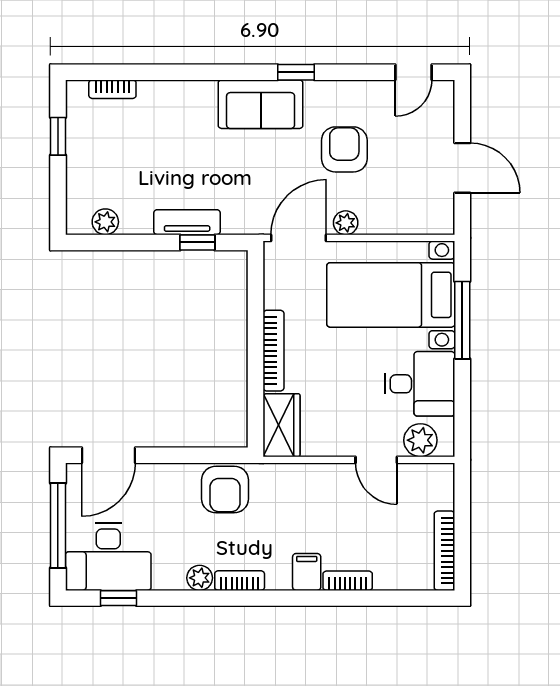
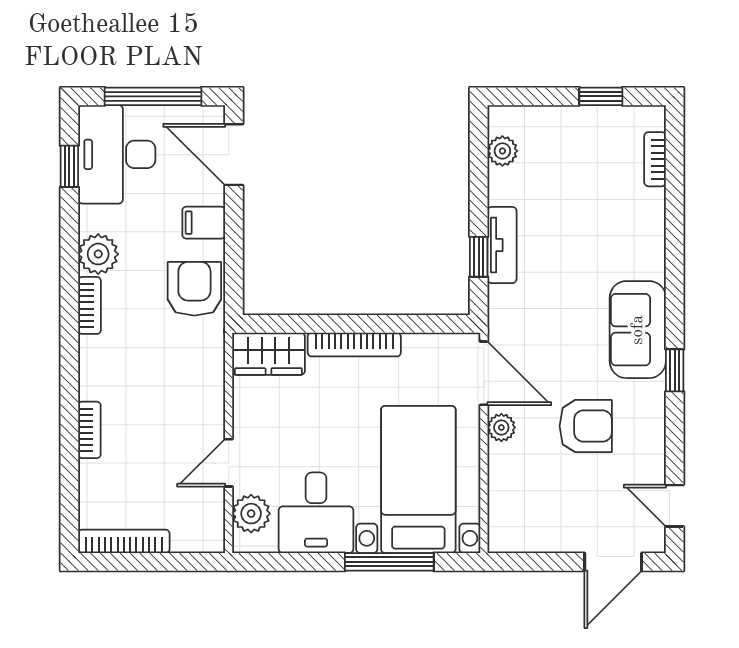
door: (462, 168) -> (613, 562), moved
armchair: (225, 489) -> (194, 289), turned 90
filing cabinet: (307, 572) -> (204, 223), moved, turned 180
plant: (200, 578) -> (98, 254), width x1.38, depth x1.38

